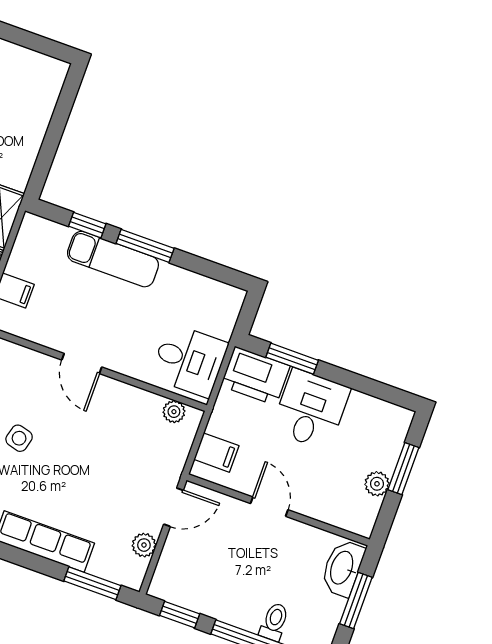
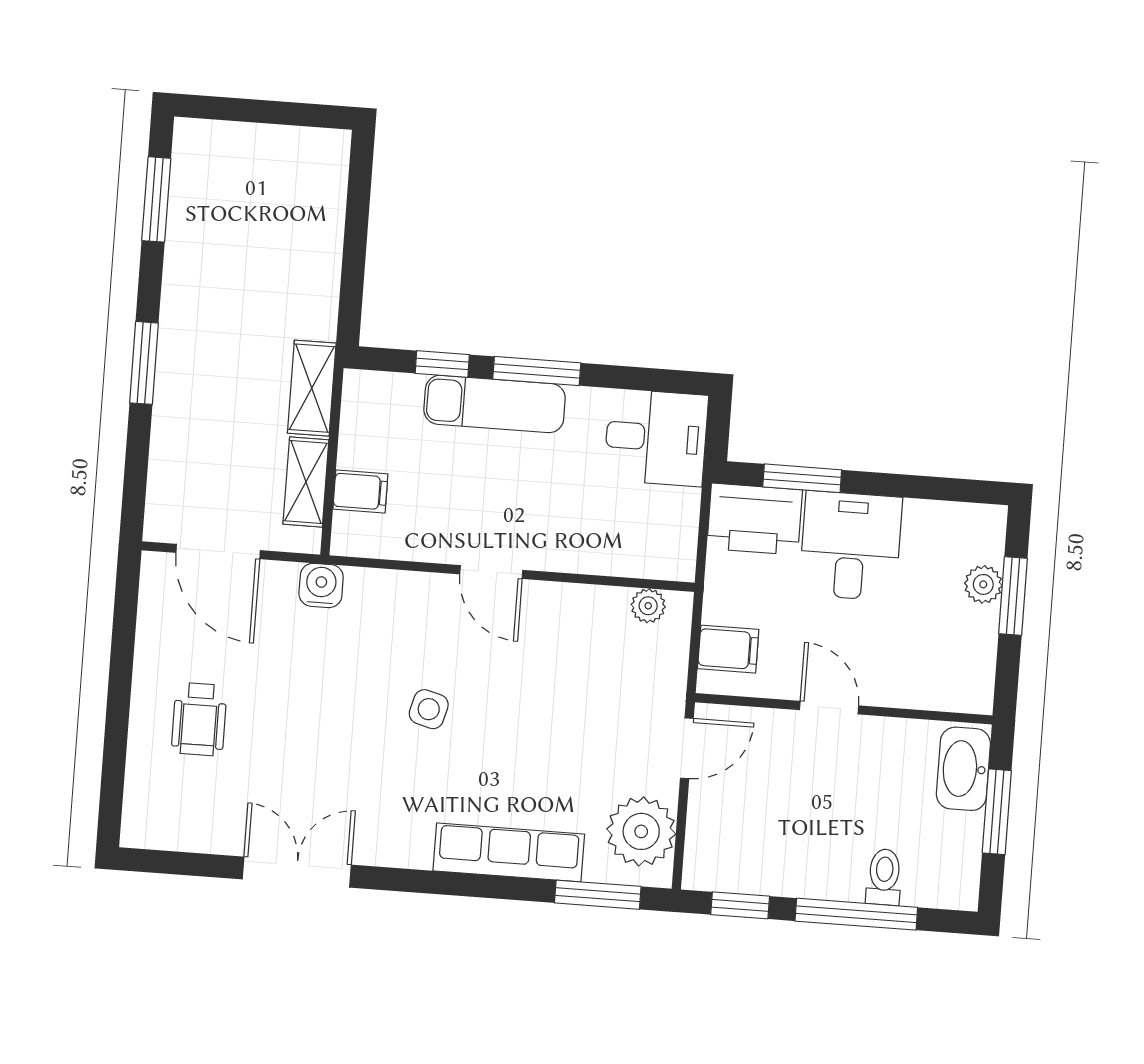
desk: (189, 360) -> (656, 438), moved
plant: (377, 484) -> (983, 584), moved
plant: (144, 545) -> (641, 831), width x1.87, depth x1.87

